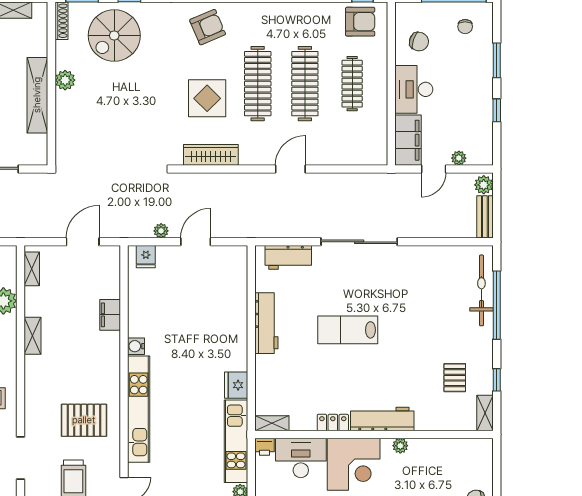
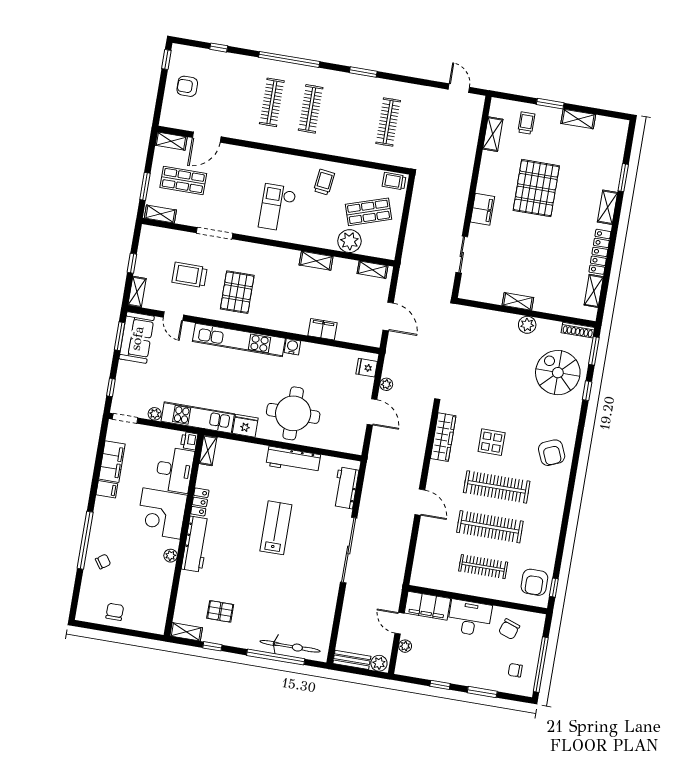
shelving: (37, 95) -> (518, 301), width x0.45, depth x0.75
display table: (207, 98) -> (492, 442), width x0.73, depth x0.73
round table: (213, 332) -> (293, 413), added

